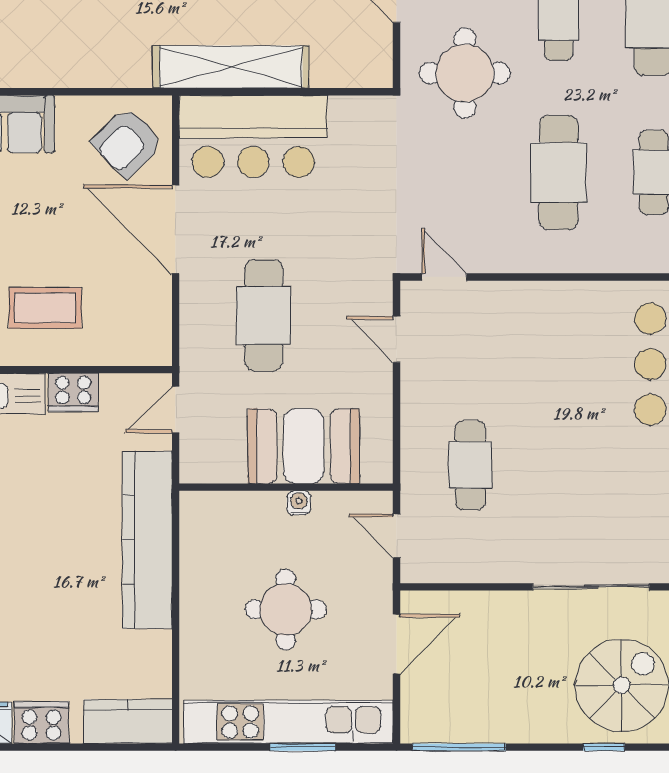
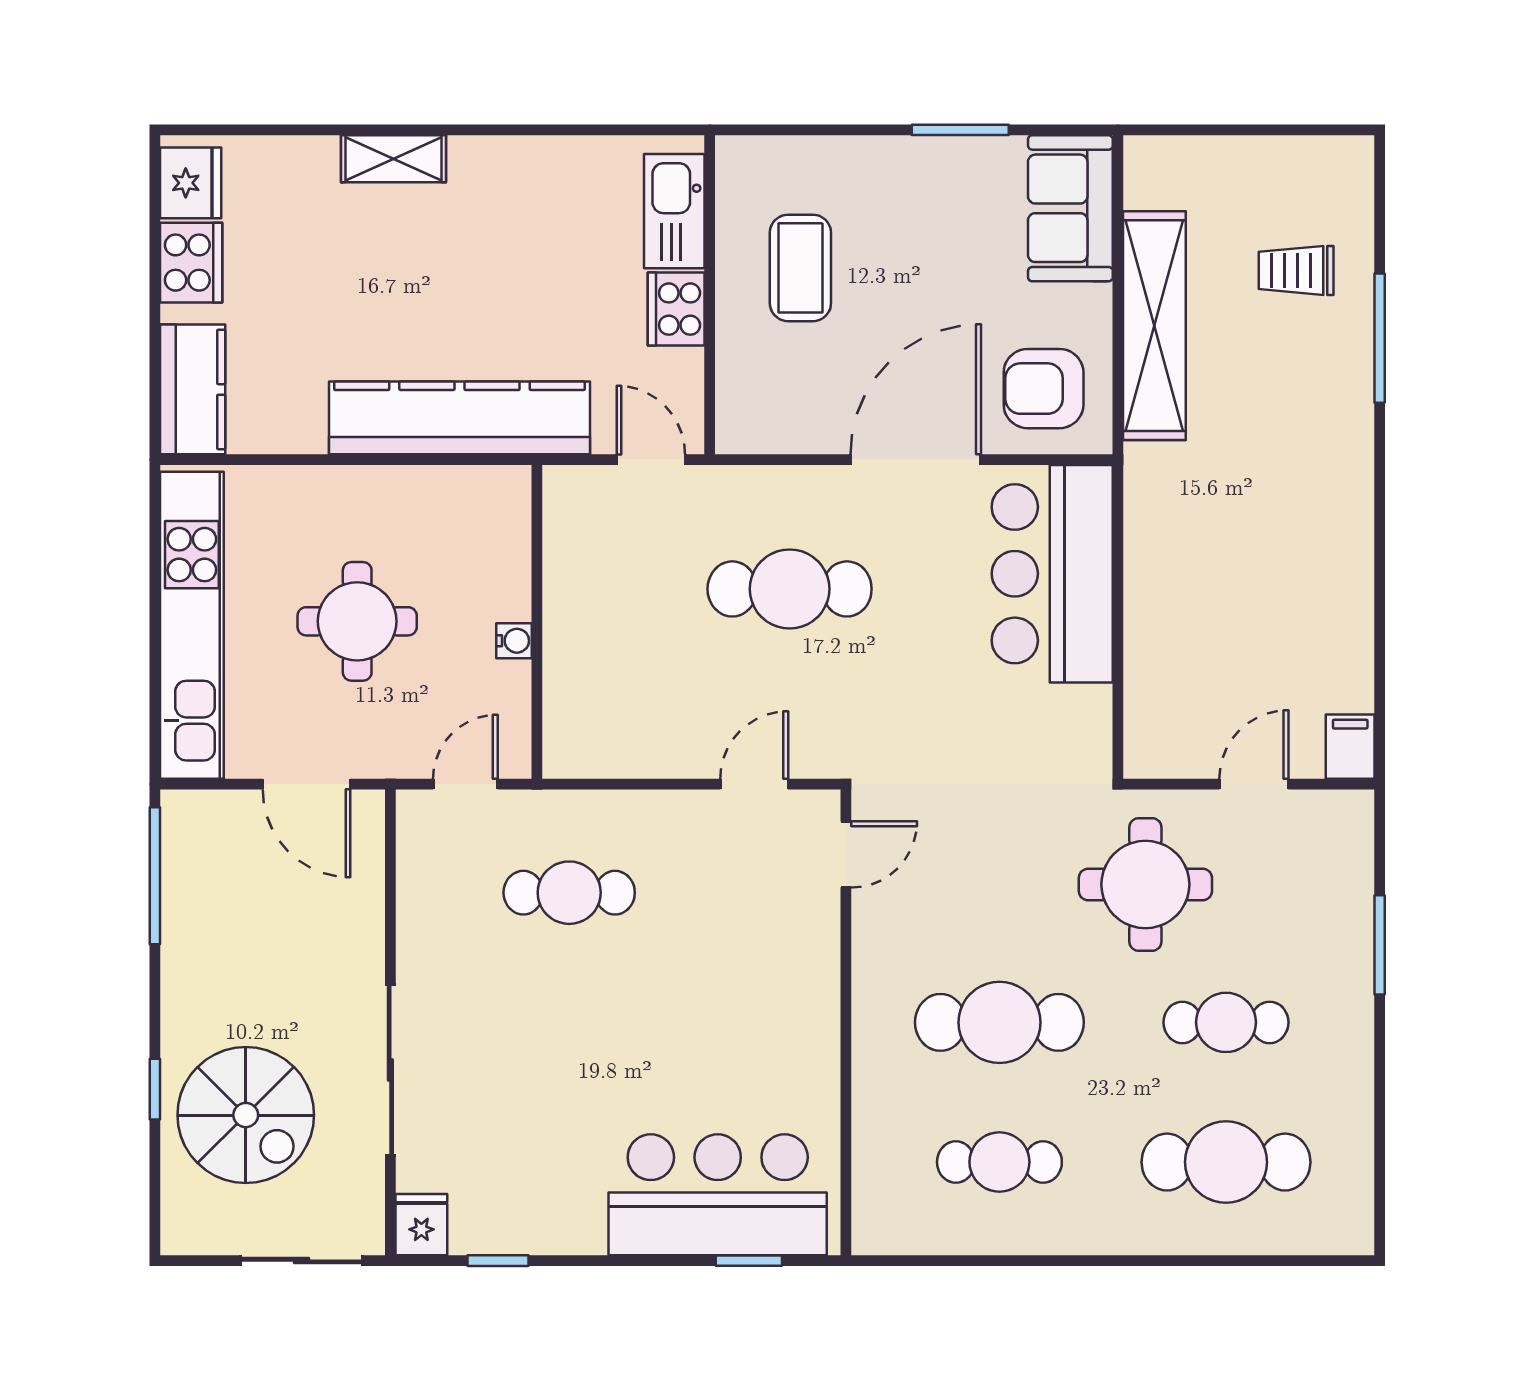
shelving: (231, 67) -> (1154, 326), moved
armchair: (127, 142) -> (1044, 389), turned -46
booth: (304, 446) -> (597, 648), removed
window: (303, 747) -> (155, 646), removed

